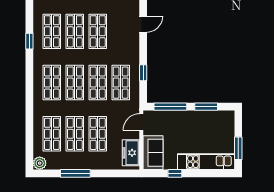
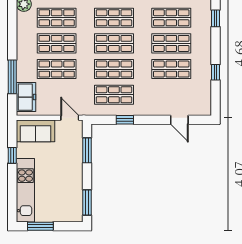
window: (170, 107) -> (87, 150), width x0.69
window: (206, 107) -> (87, 202), moved
freezer: (131, 153) -> (26, 97), moved, turned 90
window: (75, 173) -> (12, 77), moved

